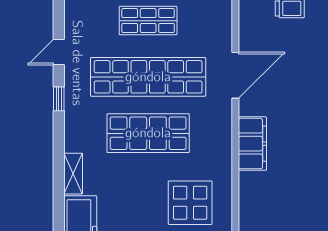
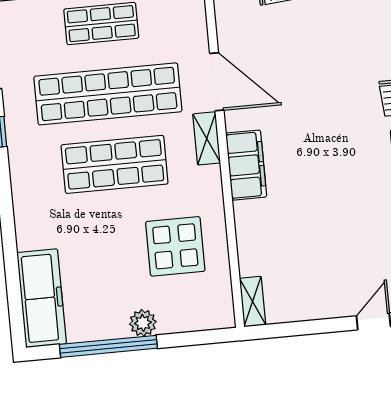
door: (235, 75) -> (217, 82), hinge flipped
shelving: (73, 174) -> (207, 138), moved

